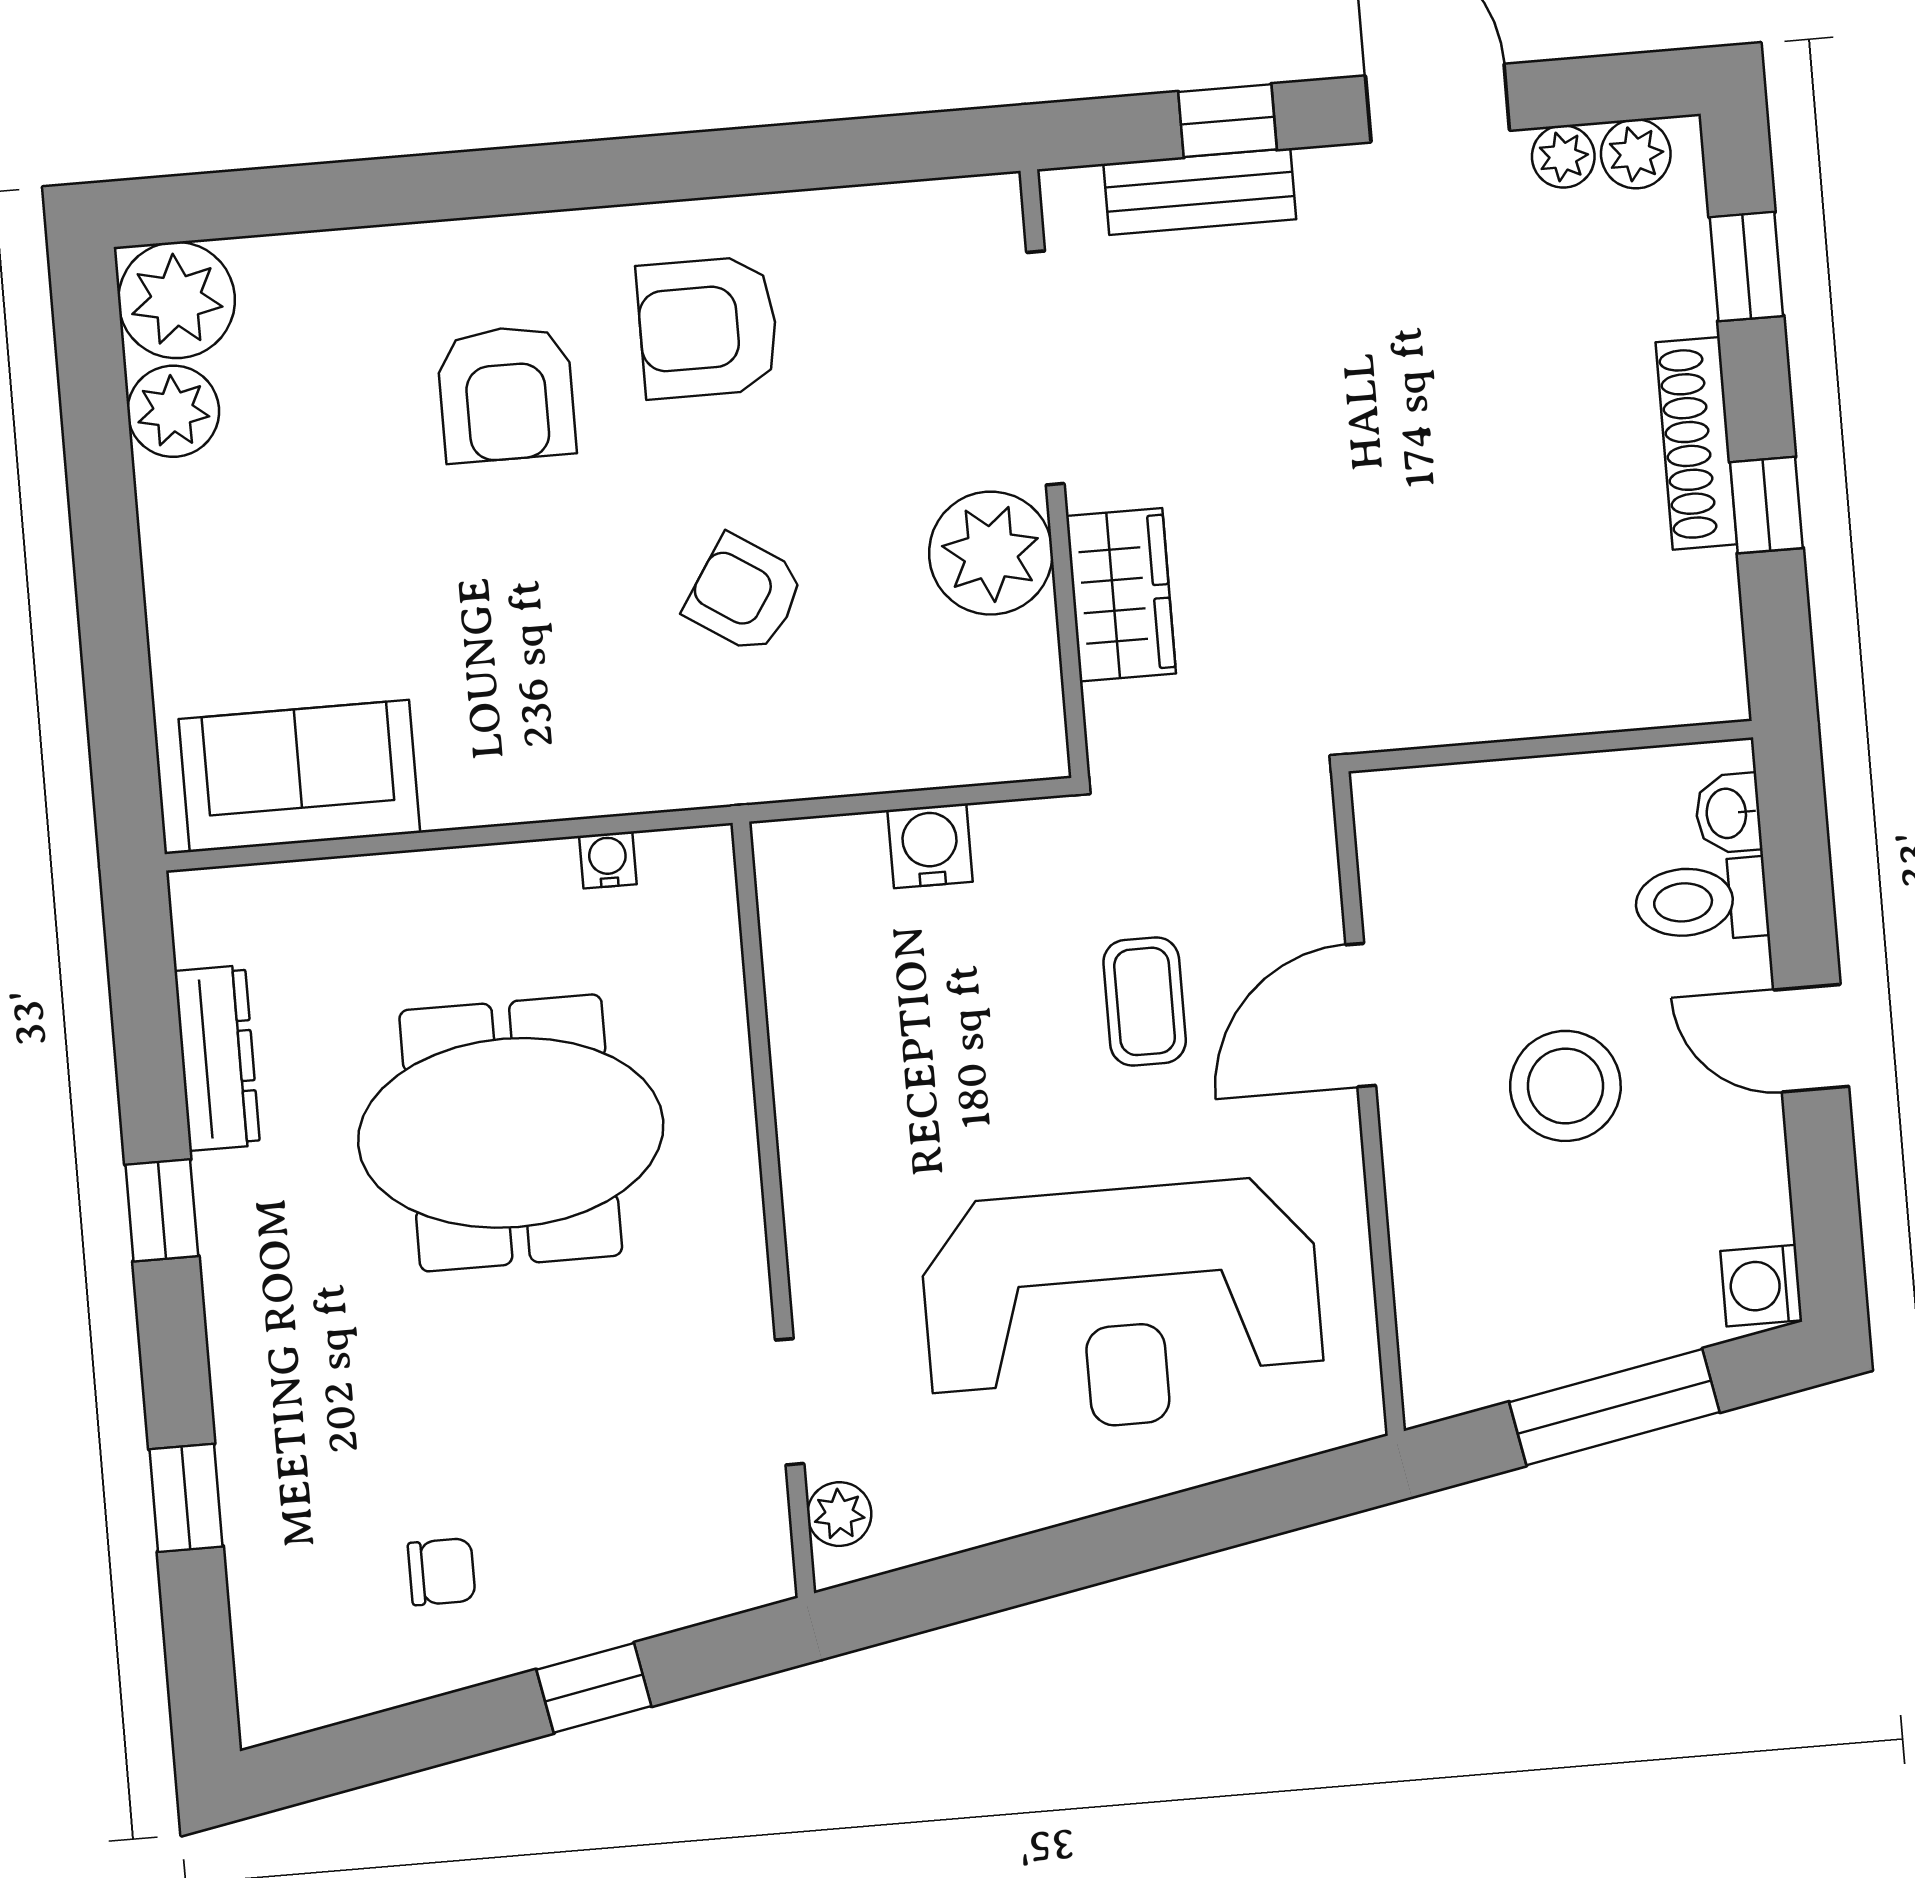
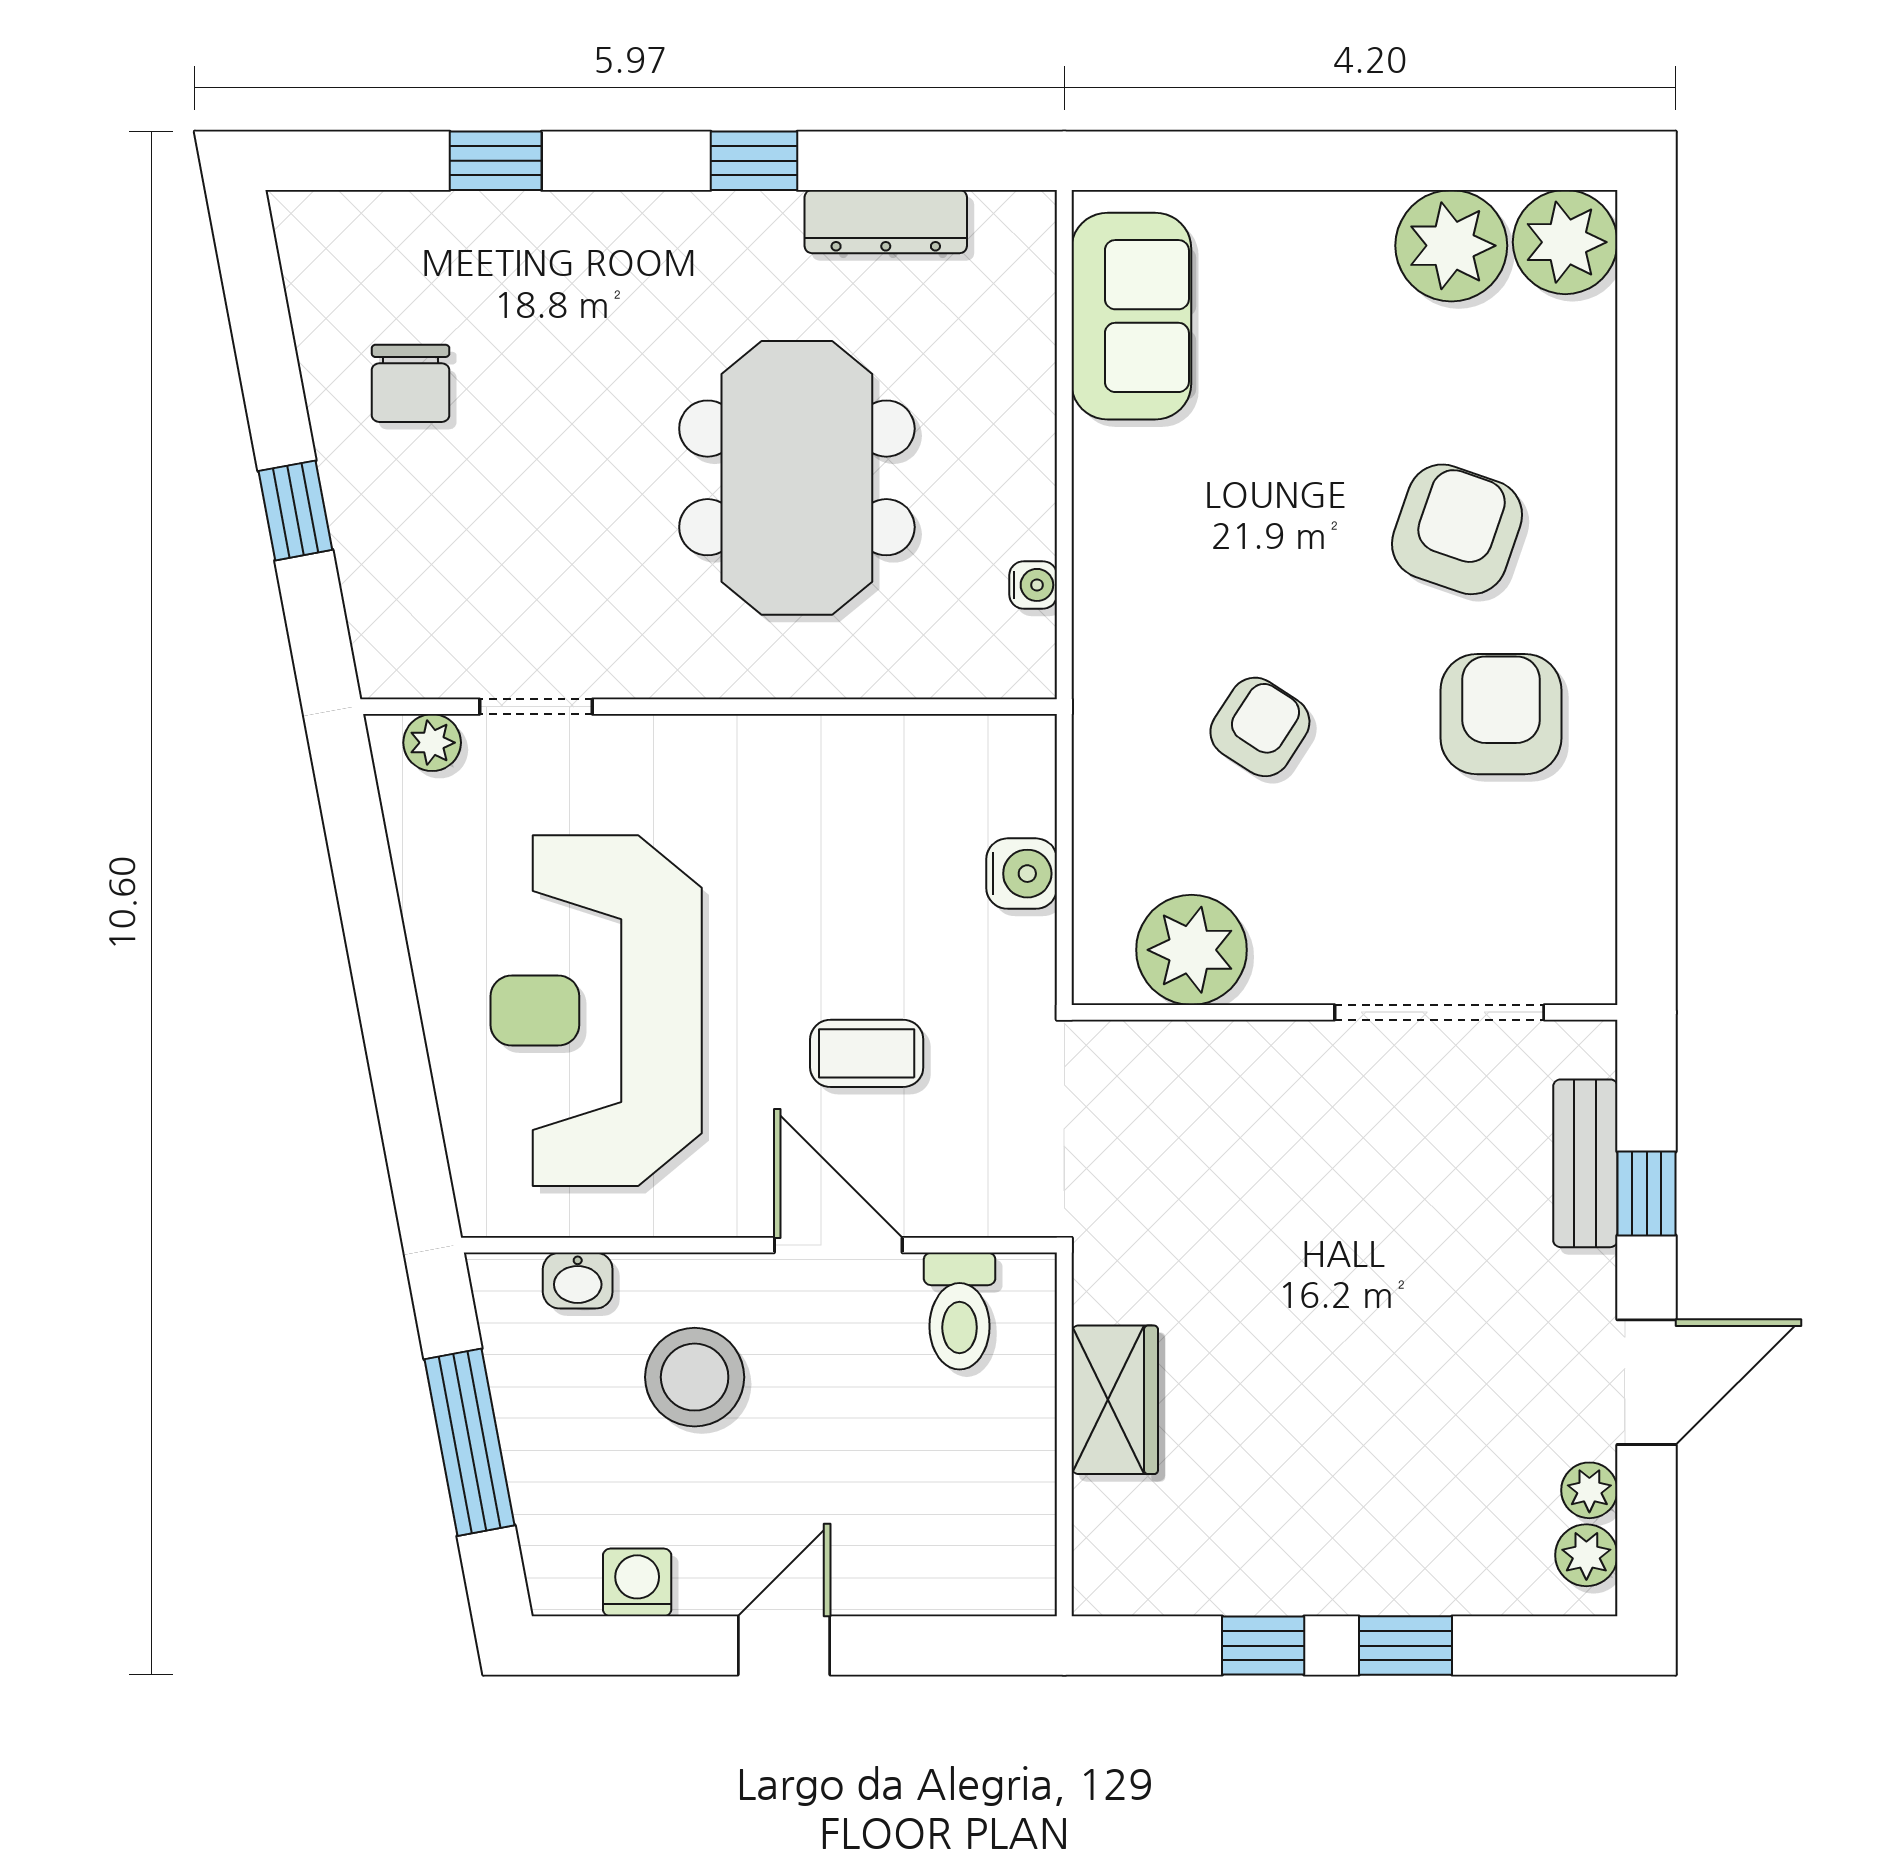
window: (1746, 267) -> (1405, 1646), moved
armchair: (506, 394) -> (1457, 529), turned 109
plant: (173, 411) -> (1451, 246), width x1.36, depth x1.36
shoe rack: (1696, 443) -> (1323, 1588), removed
plant: (991, 553) -> (1191, 950), moved
wardrobe: (1121, 595) -> (1115, 1400), moved, turned -90
washbasin: (1728, 813) -> (578, 1281), moved, turned 180
toilet: (1701, 901) -> (960, 1311), moved, turned 180
stool: (1565, 1086) -> (695, 1377), moved
washing machine: (1761, 1286) -> (637, 1582), moved
chair: (442, 1572) -> (411, 383), width x1.37, depth x1.37

